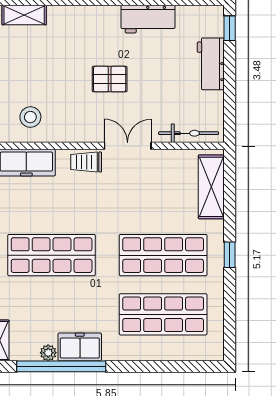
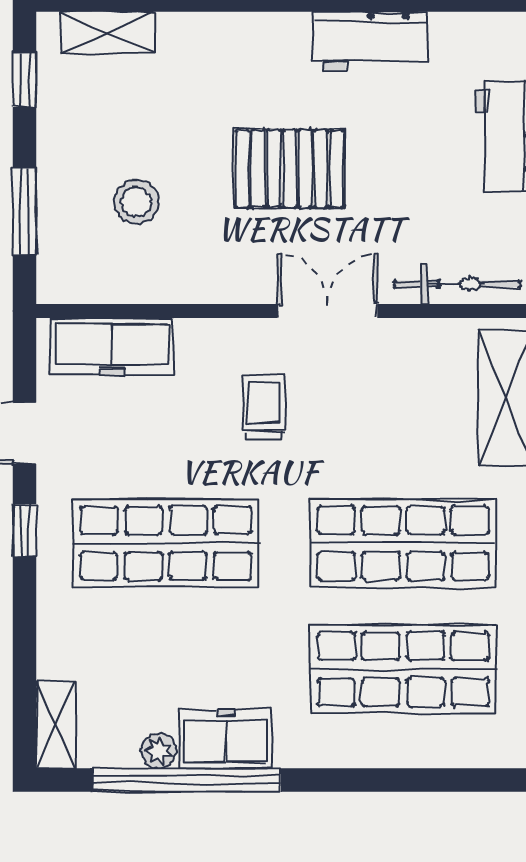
pallet: (110, 79) -> (289, 169), width x1.50, depth x1.42
stool: (30, 117) -> (136, 202), moved
trolley: (86, 162) -> (264, 408), moved, turned 90

